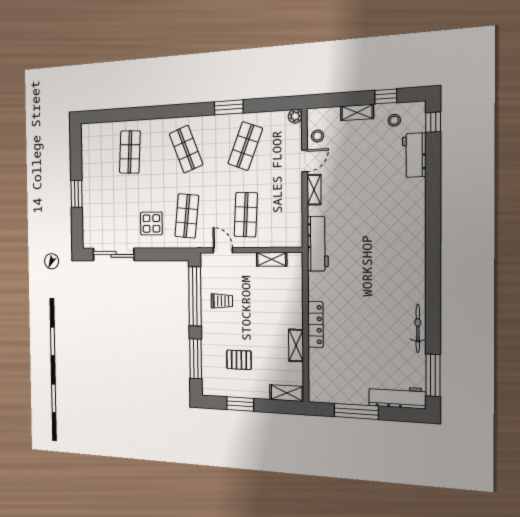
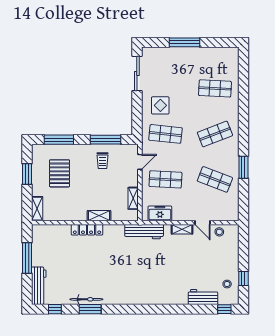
shelving: (357, 112) -> (234, 259), removed
plant: (295, 116) -> (234, 216), removed
window: (77, 194) -> (184, 42), width x1.44
freezer: (292, 222) -> (160, 213), added
window: (195, 296) -> (106, 140), width x0.68
window: (433, 323) -> (90, 309), added
shelving: (296, 345) -> (99, 216), moved
pallet: (239, 360) -> (60, 173), width x1.50, depth x1.42
window: (433, 375) -> (55, 309), width x0.46

